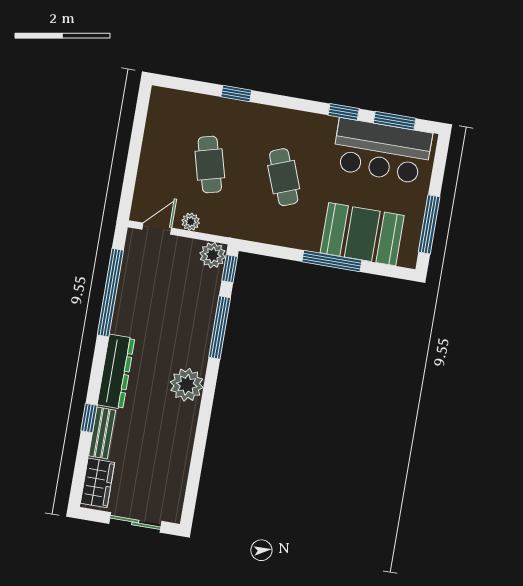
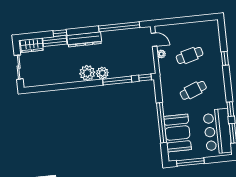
plant: (213, 255) -> (102, 73), moved
window: (332, 261) -> (162, 123), width x1.46

